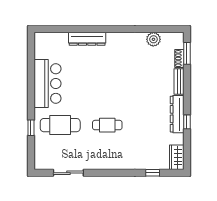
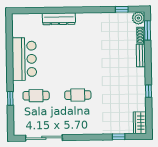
window: (158, 29) -> (122, 9), added
plant: (153, 39) -> (138, 18), moved
dresser: (177, 114) -> (140, 84), removed
cafe table: (60, 125) -> (36, 96), width x0.73, depth x0.74
sliding door: (68, 173) -> (44, 138), width x1.37

